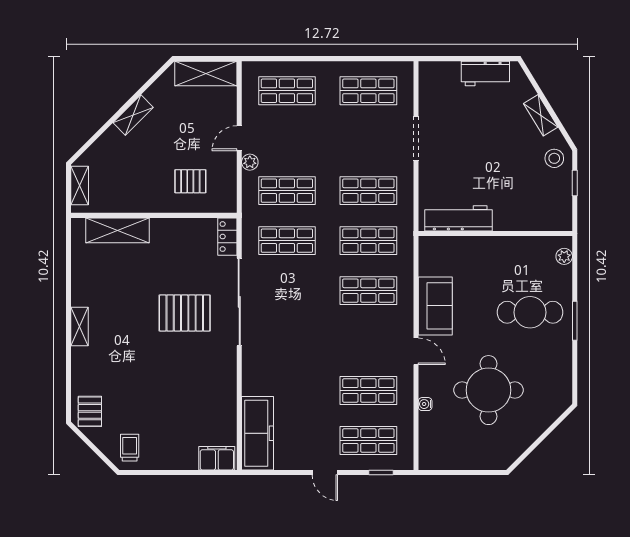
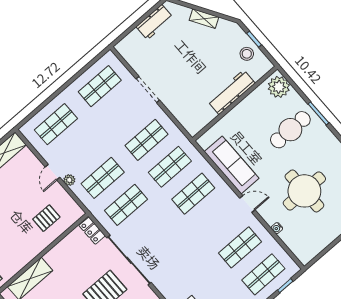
stool: (554, 158) -> (247, 54), moved
workbench: (458, 218) -> (231, 92), moved
plant: (564, 256) -> (279, 87), width x1.88, depth x1.88
sofa: (435, 306) -> (232, 165), width x1.36

